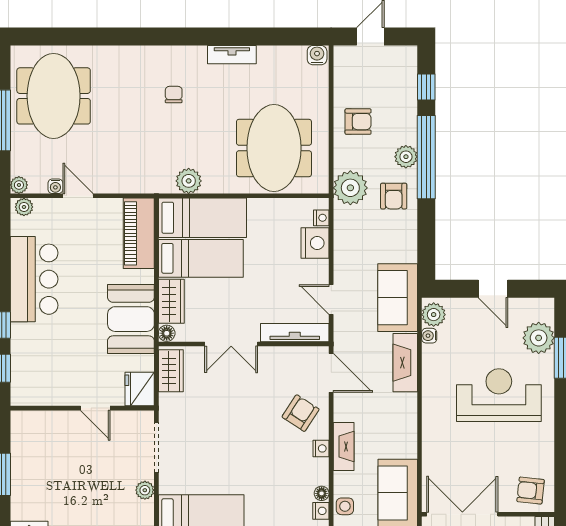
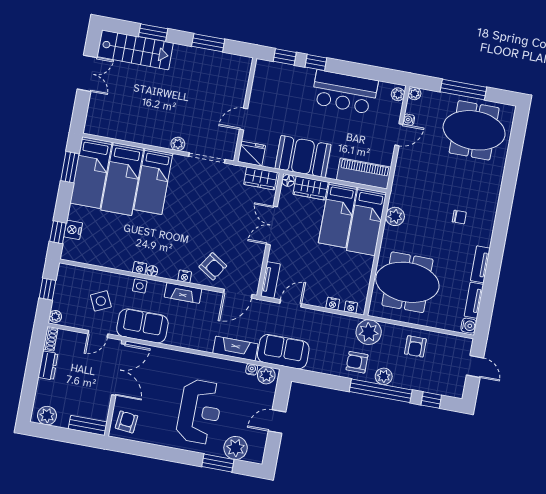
tv unit: (282, 54) -> (474, 300), added
nightstand: (315, 243) -> (333, 304), width x0.53, depth x0.56
tv unit: (295, 333) -> (270, 280), width x0.71

